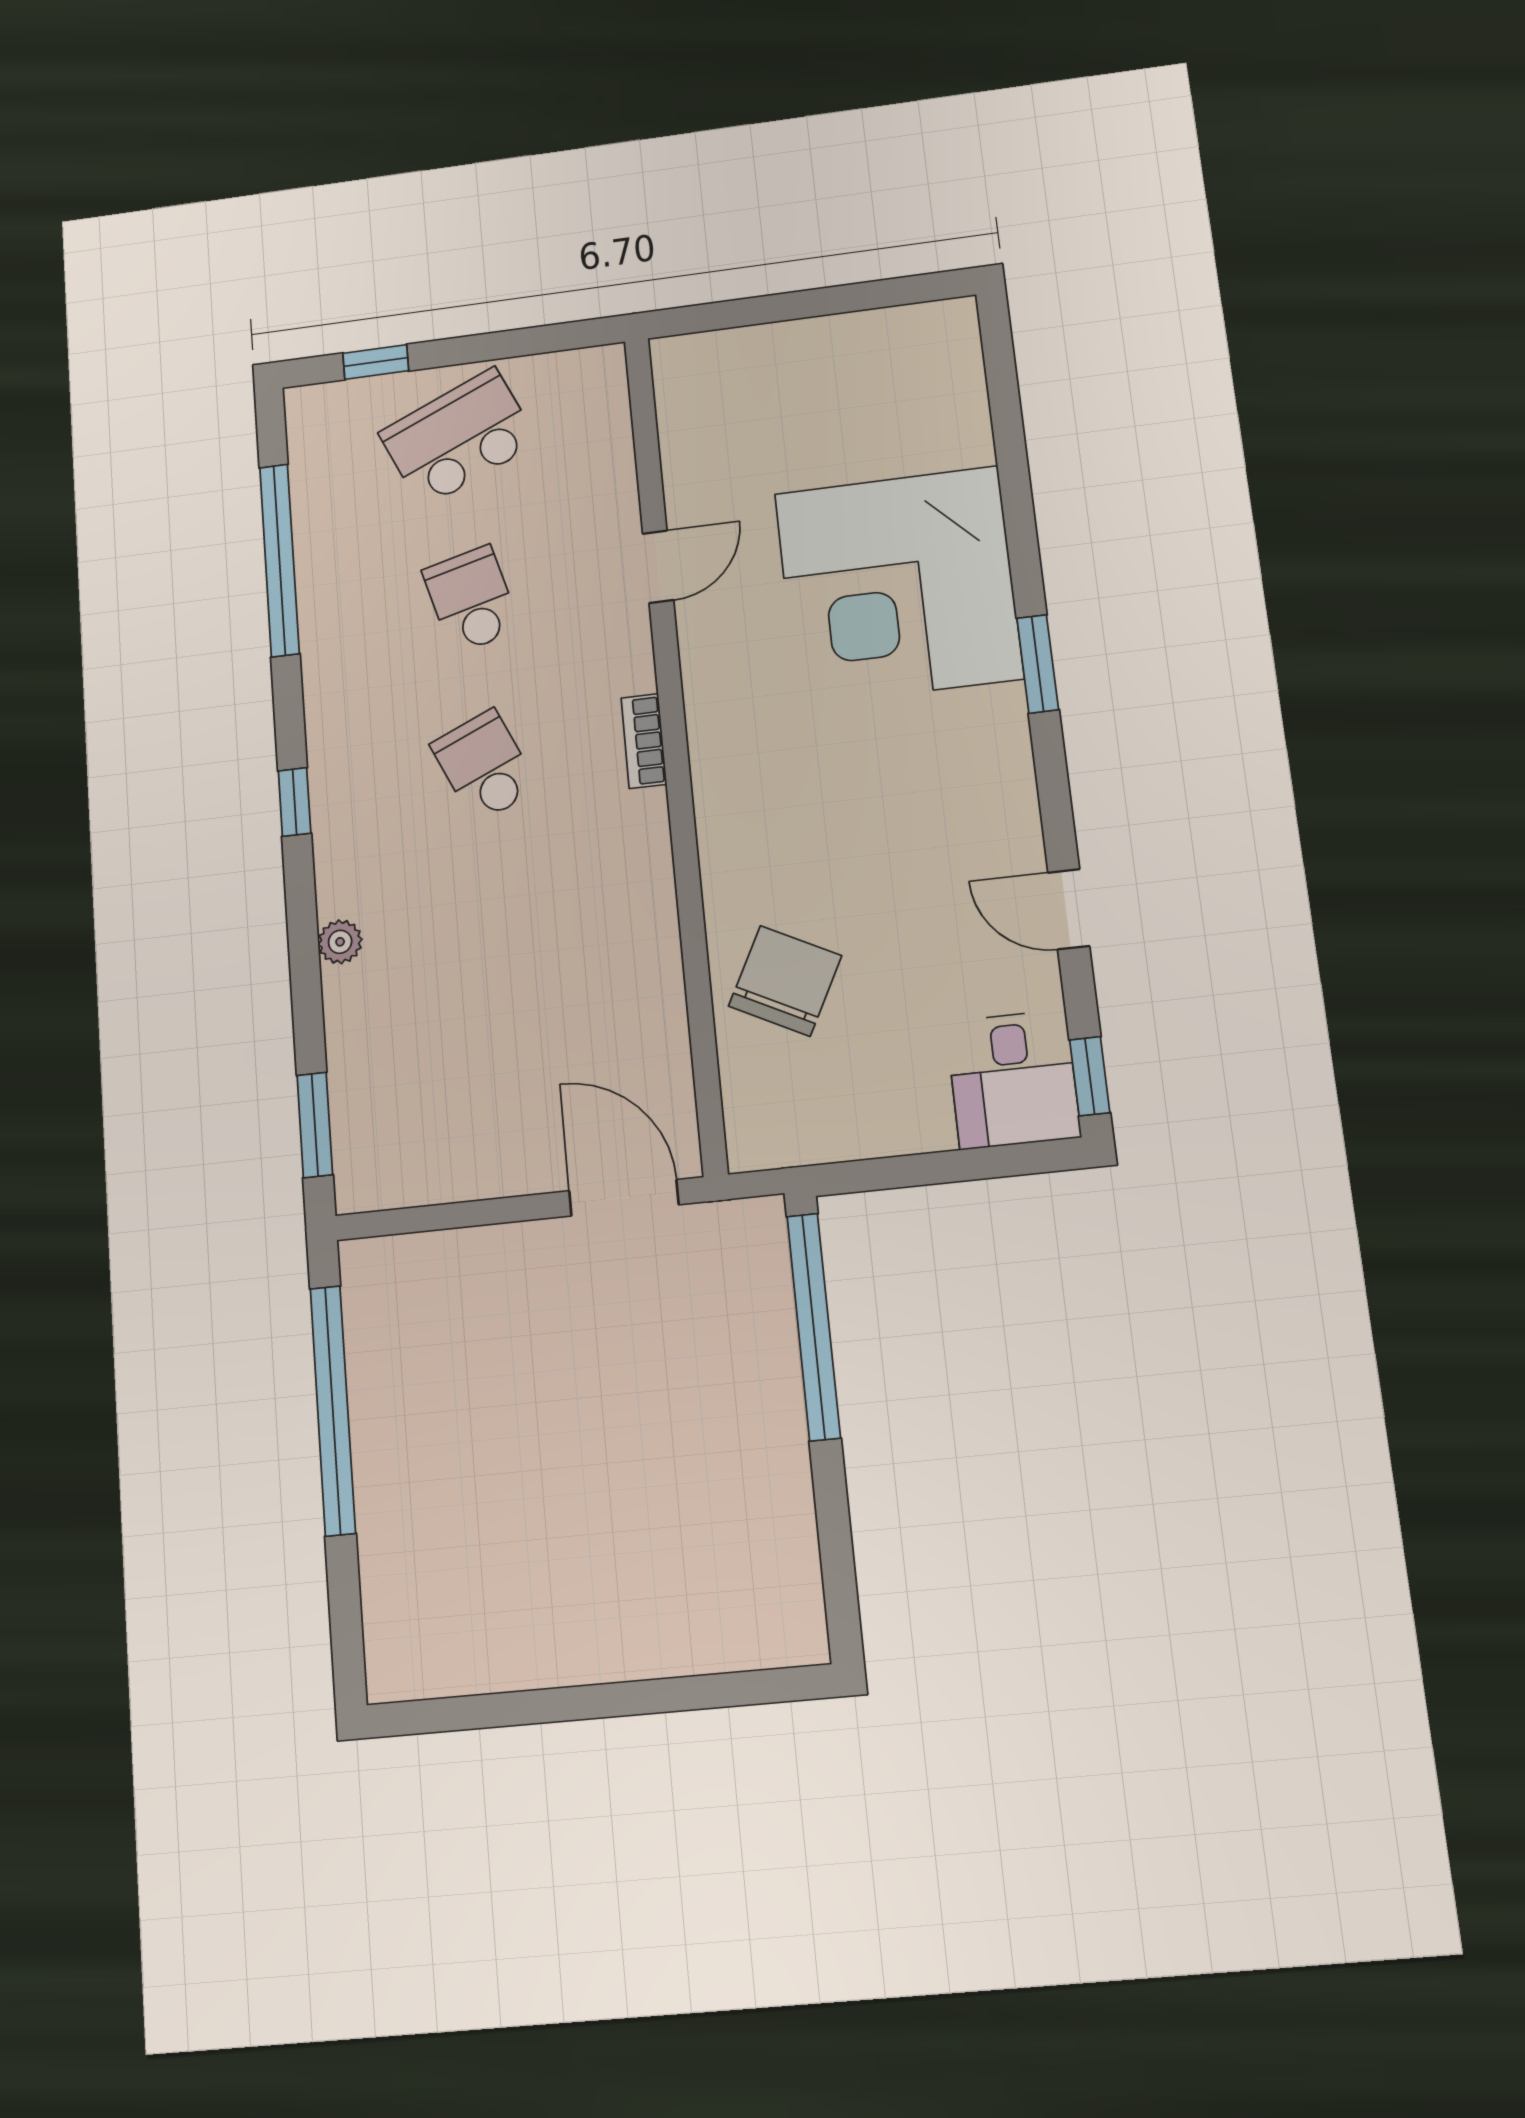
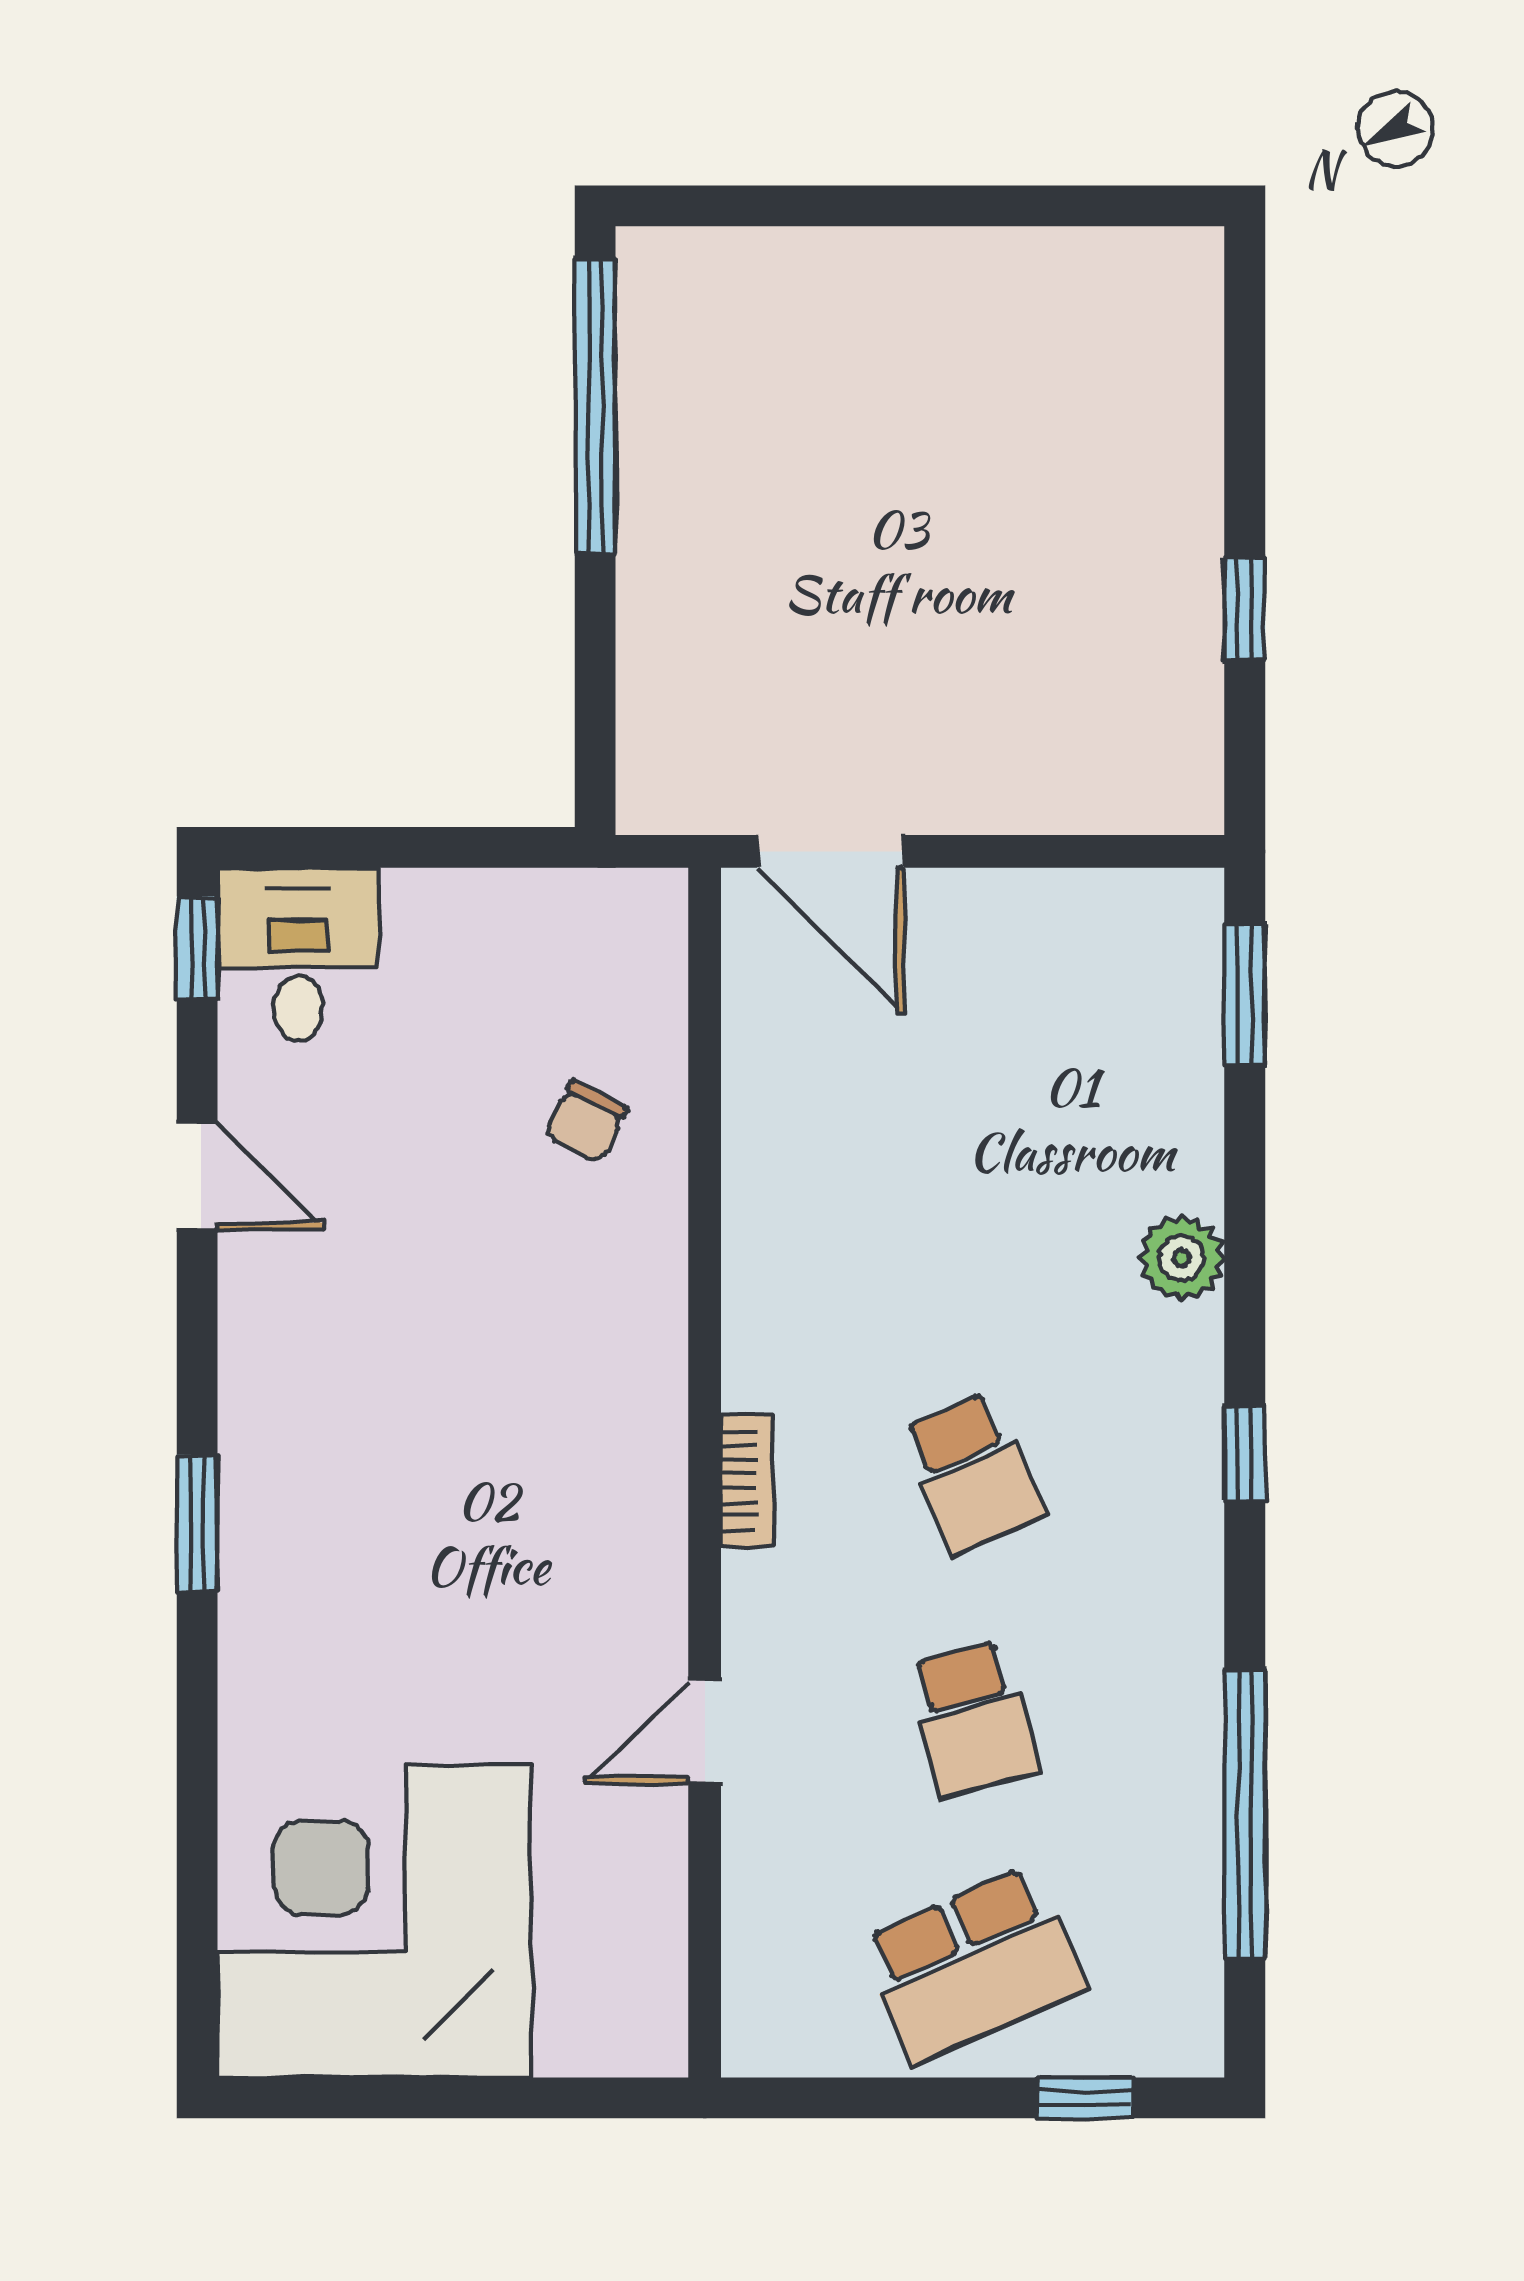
corner desk: (898, 586) -> (374, 1921), moved, turned -90
plant: (340, 942) -> (1181, 1258), width x1.38, depth x1.38
chair: (785, 981) -> (586, 1122), width x0.54, depth x0.54
window: (814, 1326) -> (595, 407), moved
window: (333, 1410) -> (1245, 609), width x0.32

